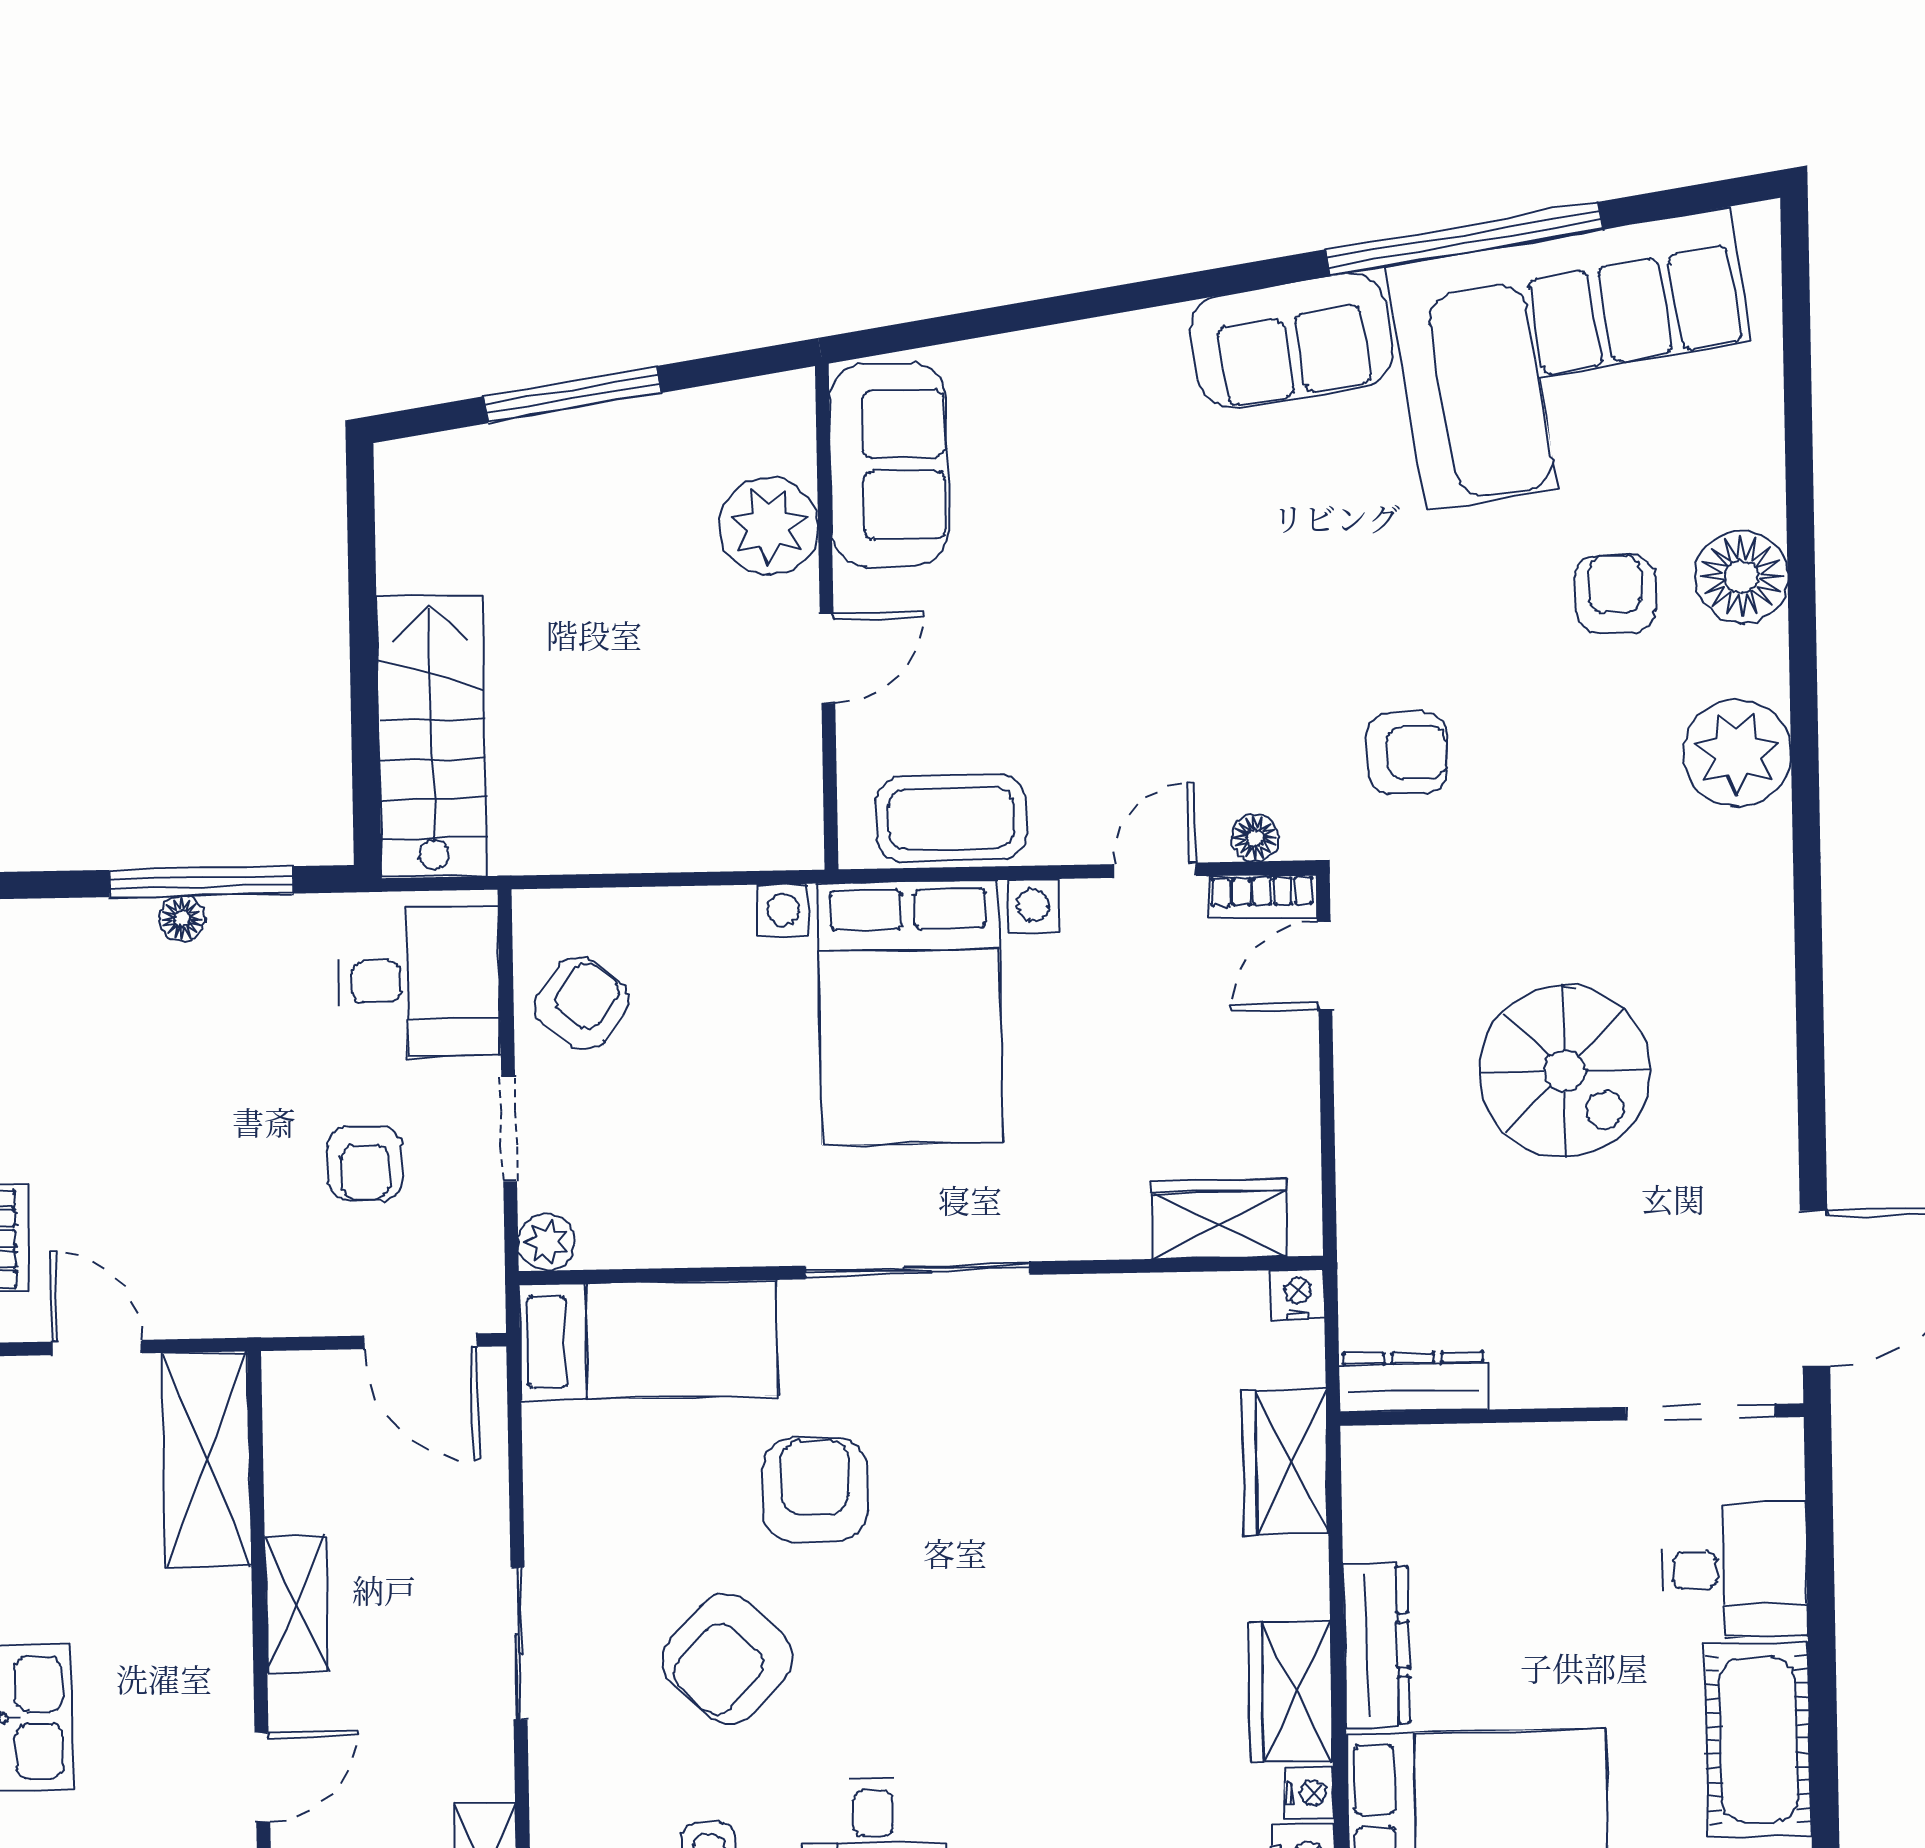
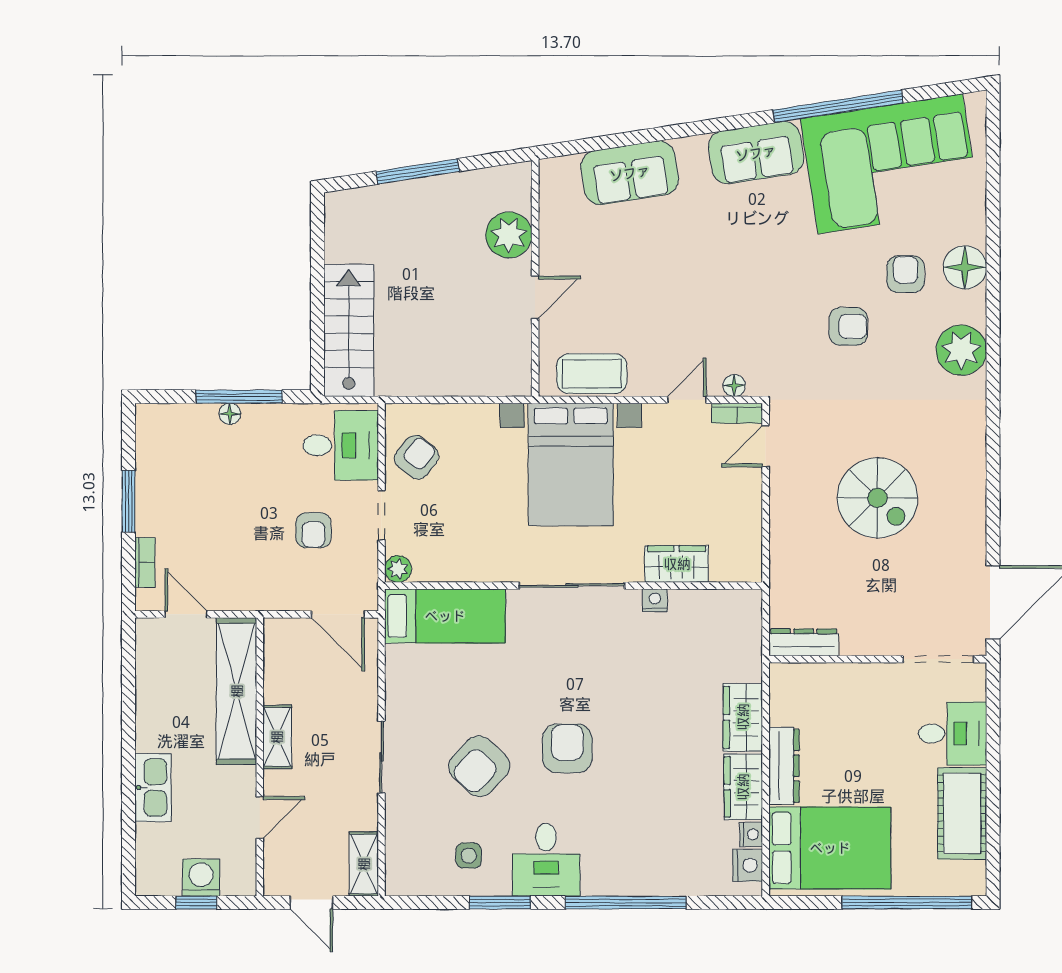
sofa: (889, 465) -> (630, 173), moved, turned 81
armchair: (1407, 753) -> (848, 326), moved
wardrobe: (1219, 1219) -> (677, 564), moved
nightstand: (1298, 1295) -> (655, 600), moved
shelving: (207, 1459) -> (237, 691), width x1.47
wardrobe: (1285, 1462) -> (743, 717), moved
armchair: (815, 1490) -> (567, 748), moved

